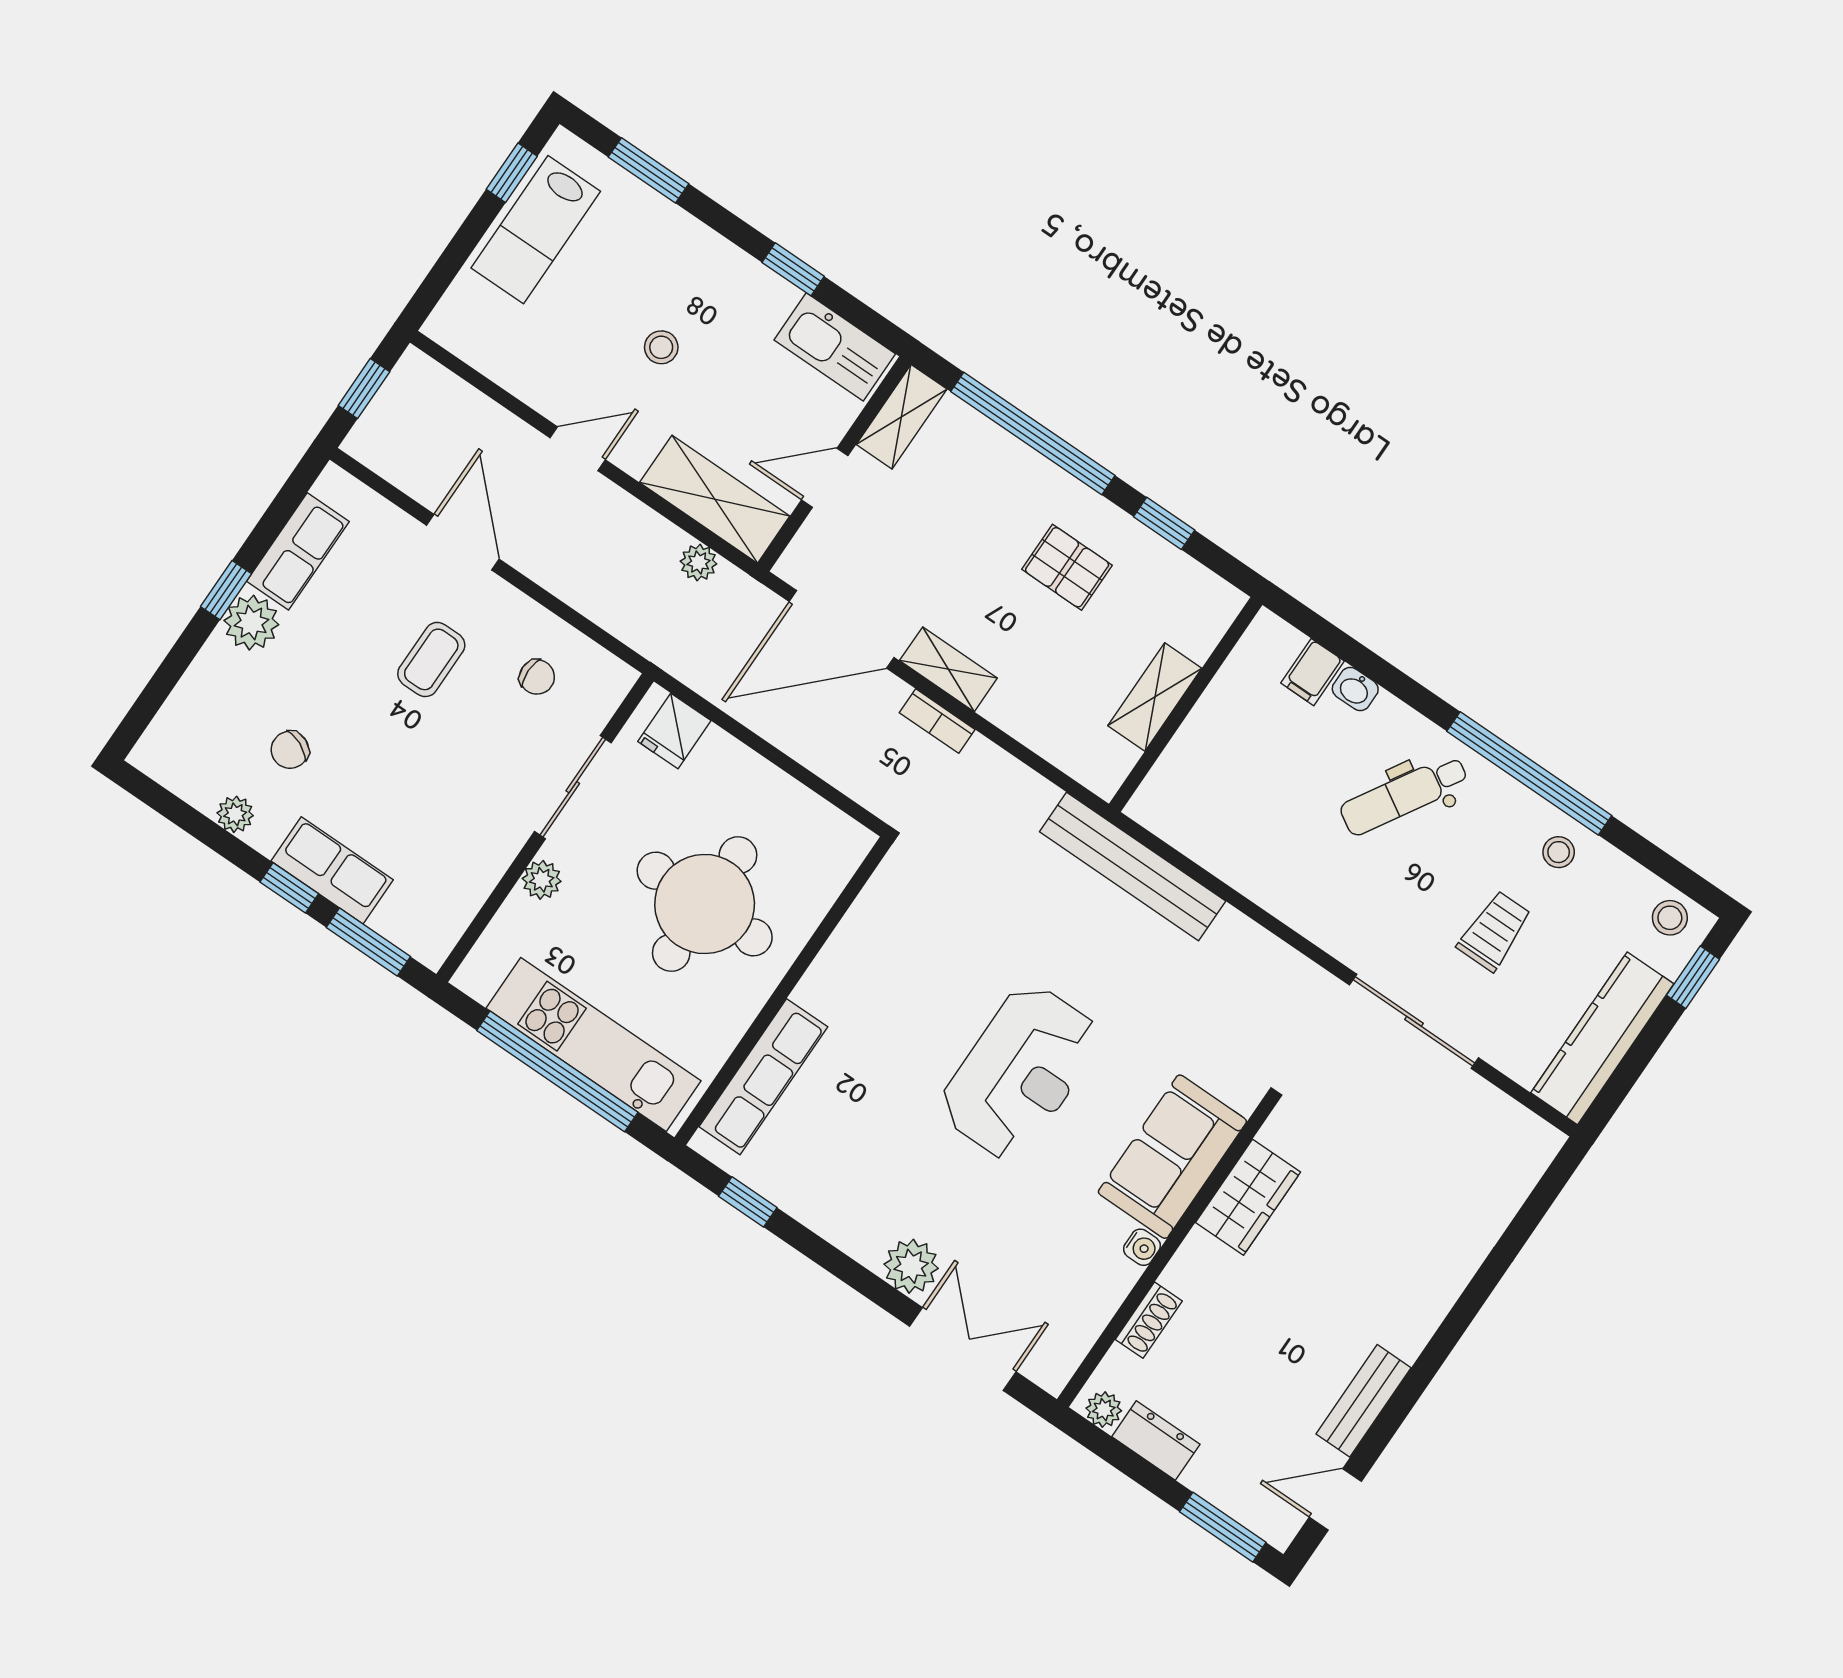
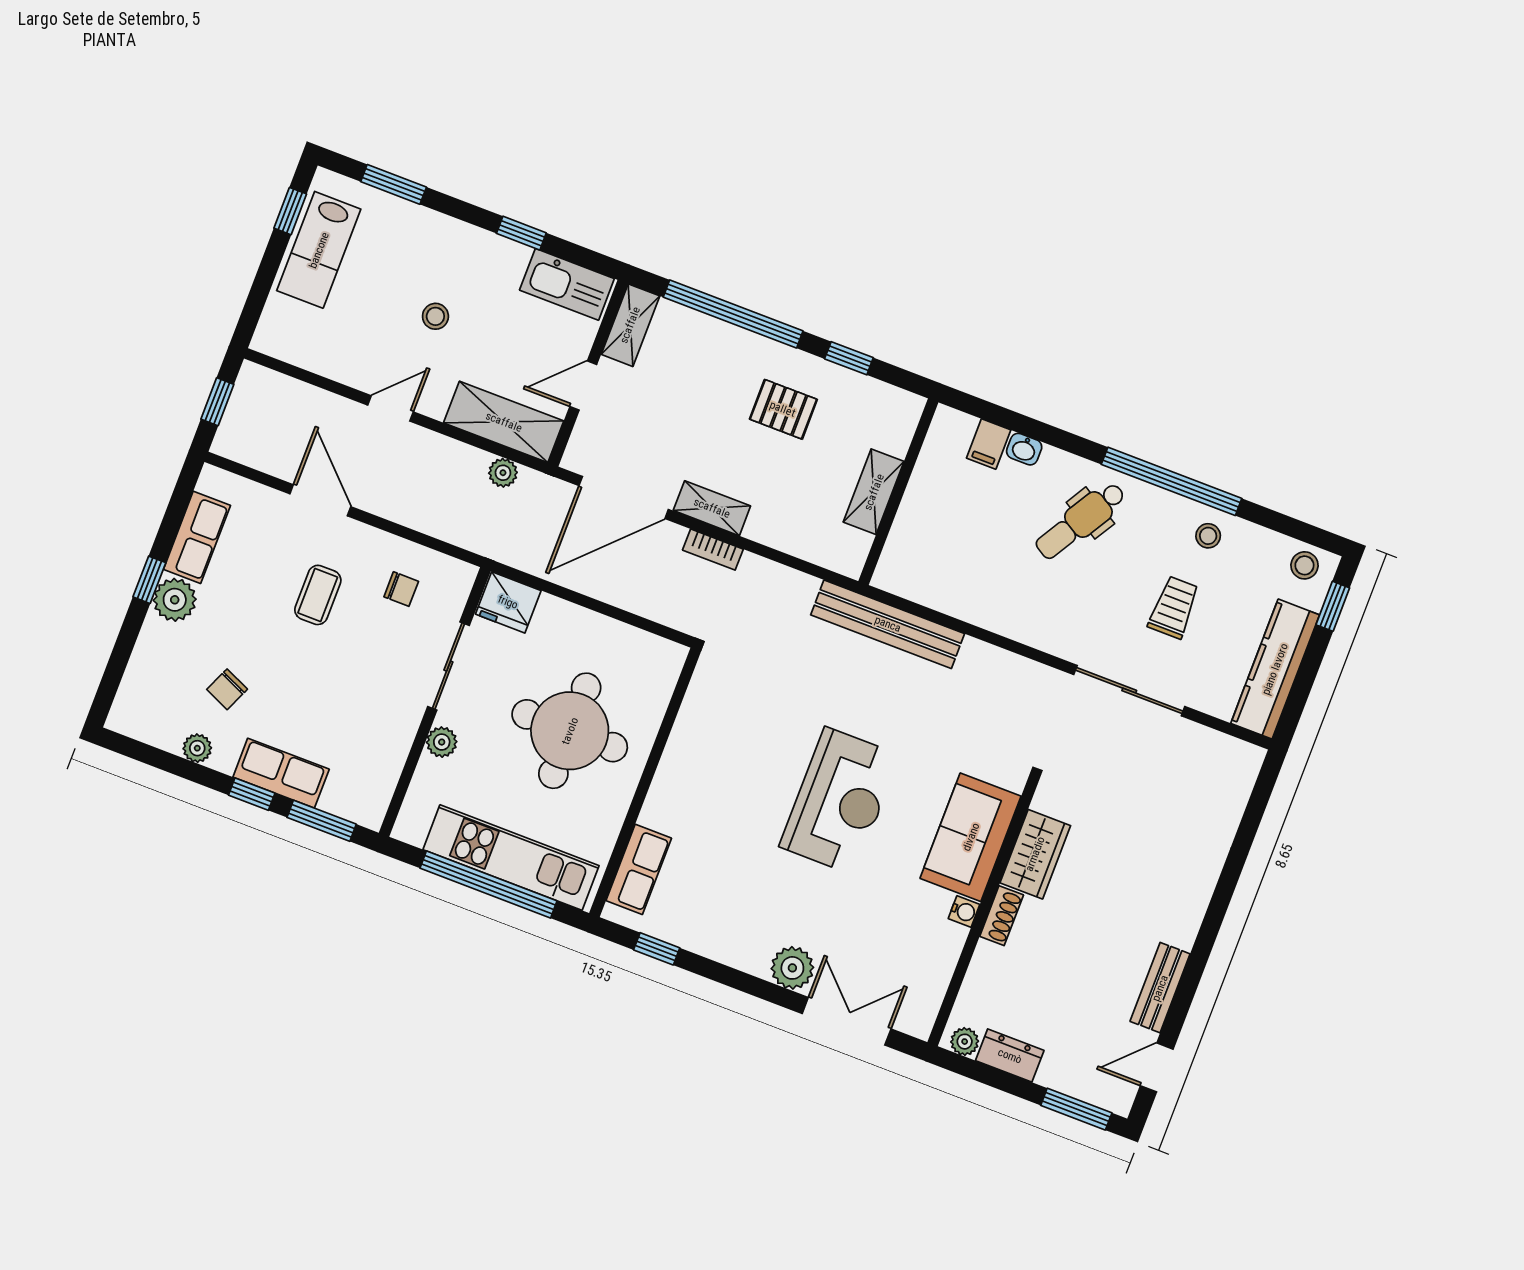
fridge: (674, 731) -> (508, 602), width x1.38
row of seats: (763, 1077) -> (639, 869), width x0.68
shoe rack: (1149, 1320) -> (1002, 916), moved

